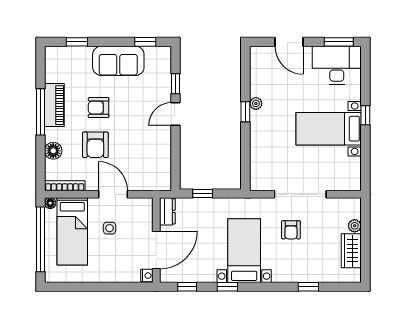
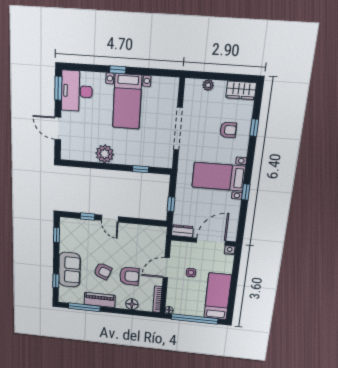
door: (289, 42) -> (58, 128), swing flipped
sofa: (118, 61) -> (69, 270), moved
plant: (256, 103) -> (105, 154), width x1.87, depth x1.87
armchair: (99, 108) -> (103, 271), turned -68
window: (41, 112) -> (84, 307), moved
window: (245, 112) -> (141, 169), moved
armchair: (291, 230) -> (228, 130), moved
bed: (72, 231) -> (218, 296), moved, turned -90
door: (156, 250) -> (211, 242), hinge flipped
wardrobe: (351, 251) -> (241, 90), moved
window: (187, 287) -> (242, 222), removed

